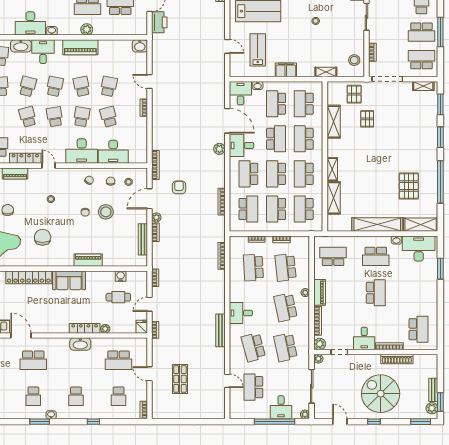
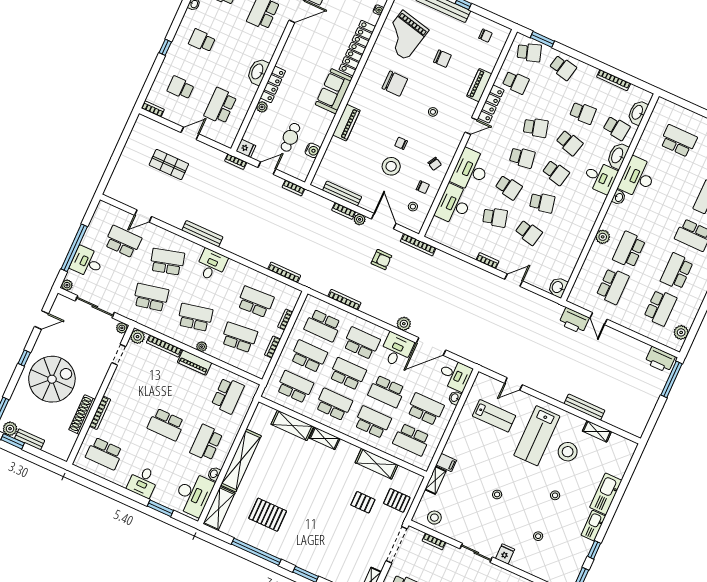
piano: (80, 47) -> (586, 221), removed
filing cabinet: (286, 70) -> (446, 463), moved, width x0.50
school desk: (304, 104) -> (412, 440), turned 180
door: (149, 304) -> (267, 168), hinge flipped
desk: (364, 338) -> (143, 482), moved, turned -90

